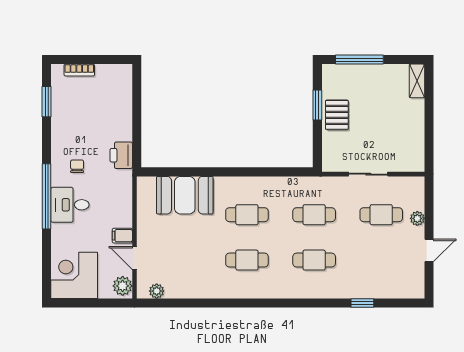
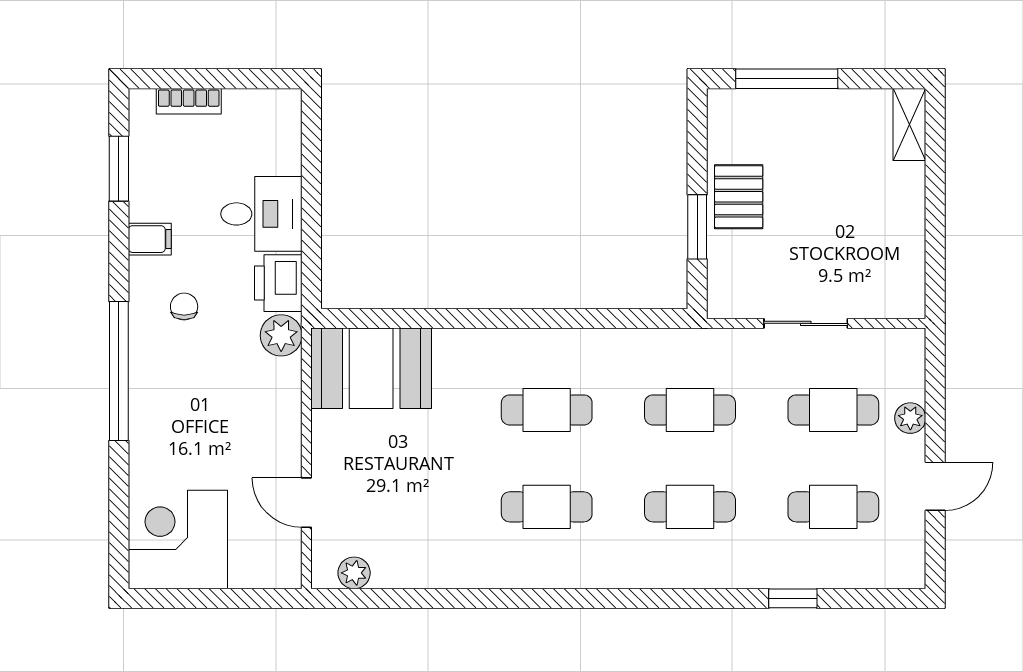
window: (317, 105) -> (697, 227), moved
booth: (185, 195) -> (371, 368), moved
desk: (70, 205) -> (261, 214), moved, turned 180
filing cabinet: (122, 236) -> (150, 239), moved, turned 180
cafe table: (381, 260) -> (833, 507), added
plant: (123, 286) -> (281, 335), moved

